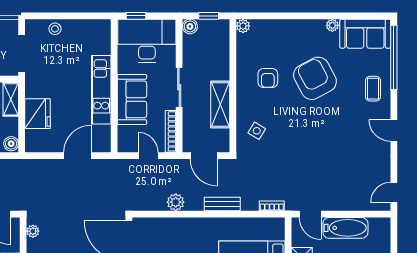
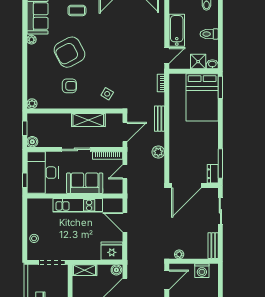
fridge: (38, 114) -> (112, 251), moved

